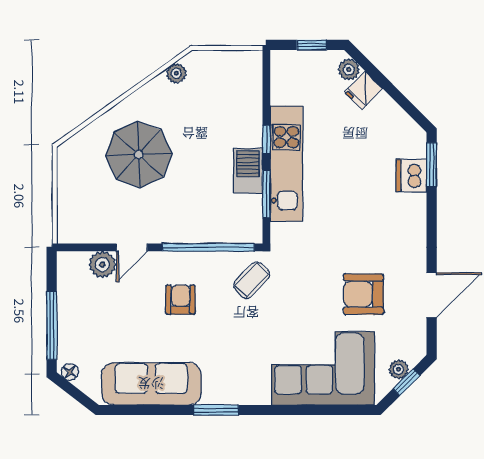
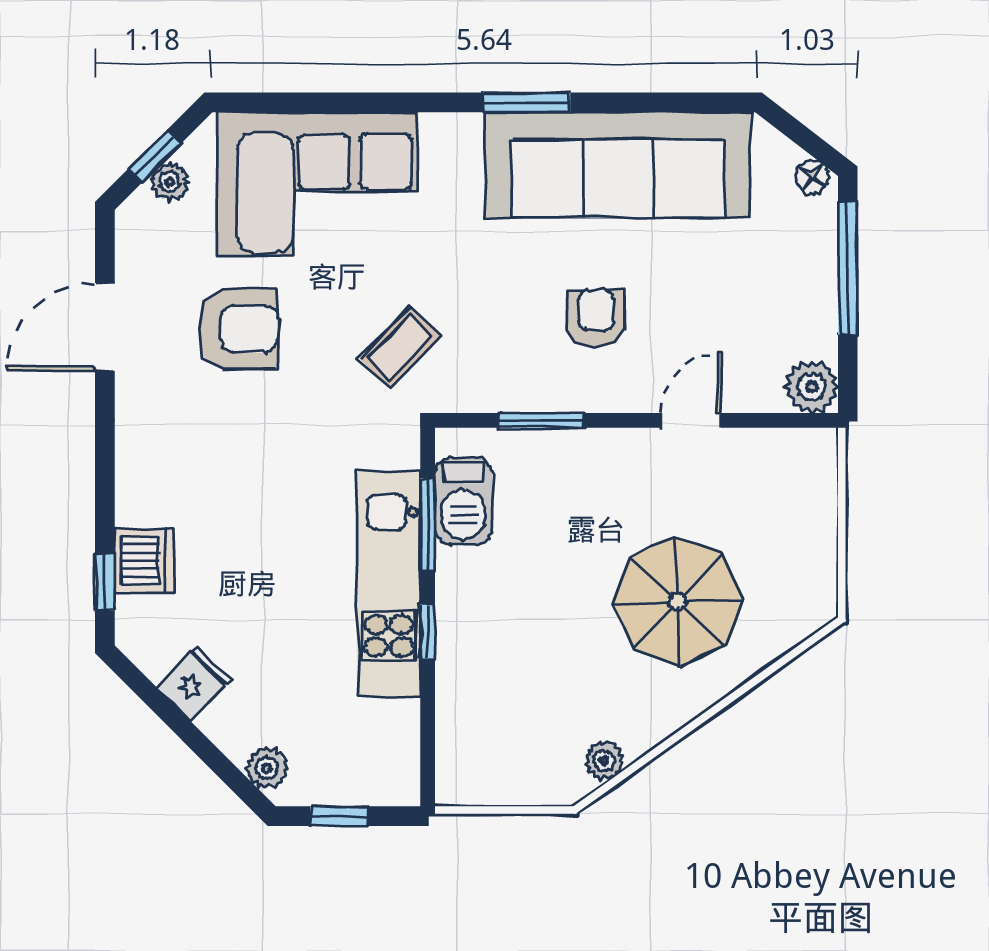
fridge: (364, 90) -> (194, 683), moved
window: (432, 165) -> (105, 582), width x0.67
barbecue: (248, 171) -> (464, 501), moved
window: (208, 247) -> (542, 420), width x0.47
plant: (102, 265) -> (812, 387), moved
coffee table: (252, 280) -> (400, 347), moved
armchair: (181, 300) -> (596, 318), turned 180
sofa: (151, 384) -> (618, 165), width x1.36, depth x1.27

